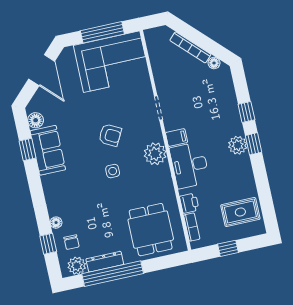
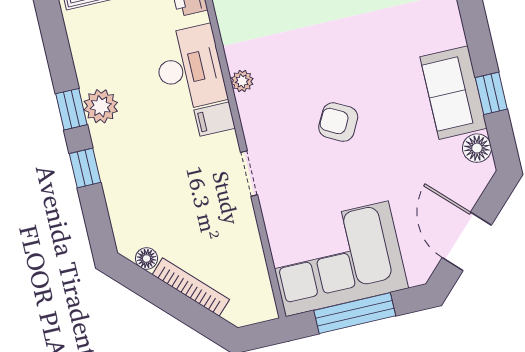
plant: (155, 154) -> (242, 81), width x0.53, depth x0.53
side table: (113, 171) -> (333, 55), removed

